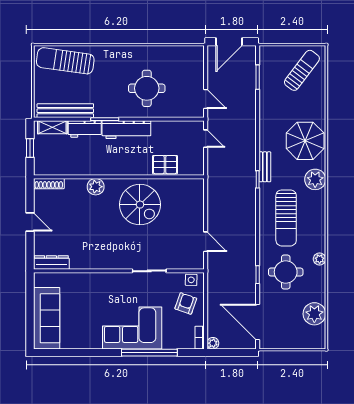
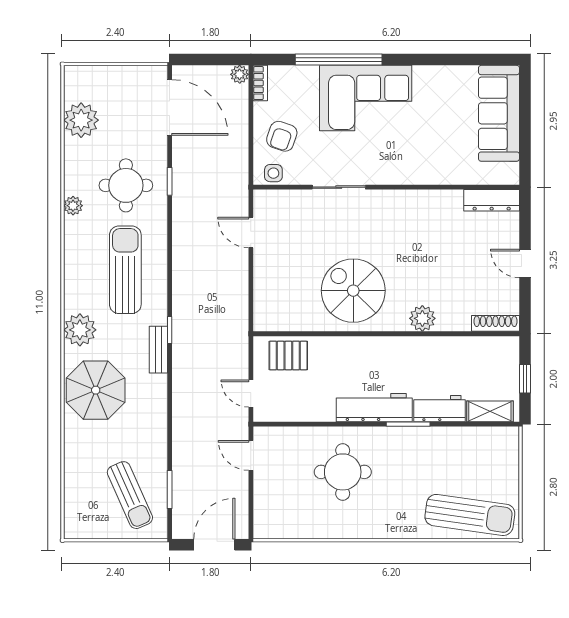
sun lounger: (302, 70) -> (130, 495), moved, turned -61
bench: (65, 111) -> (470, 437), removed
pallet: (165, 165) -> (288, 356), moved

